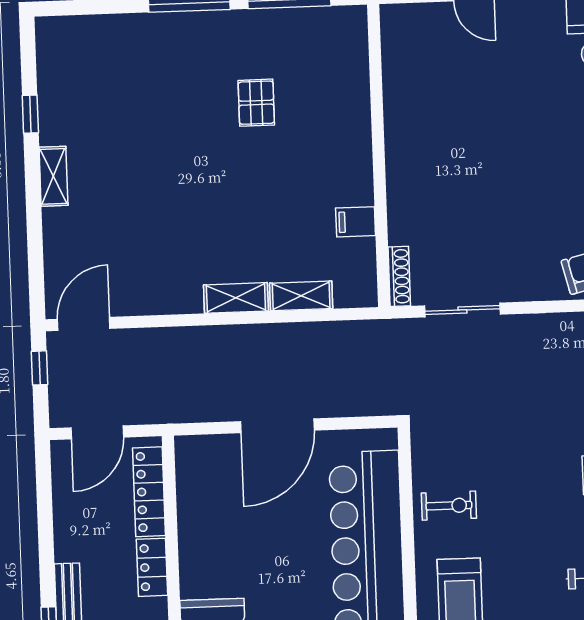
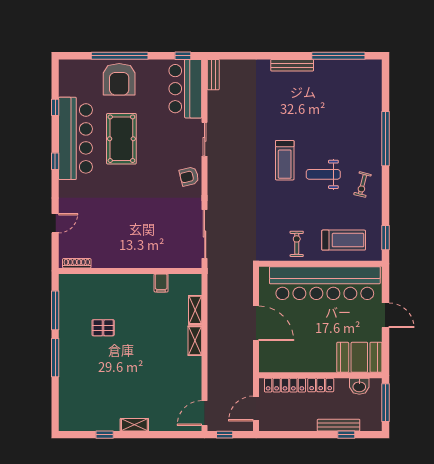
shoe rack: (399, 276) -> (77, 263), moved
sliding door: (462, 310) -> (205, 234), width x1.37
door: (84, 324) -> (205, 413), hinge flipped
door: (97, 432) -> (256, 409), swing flipped

